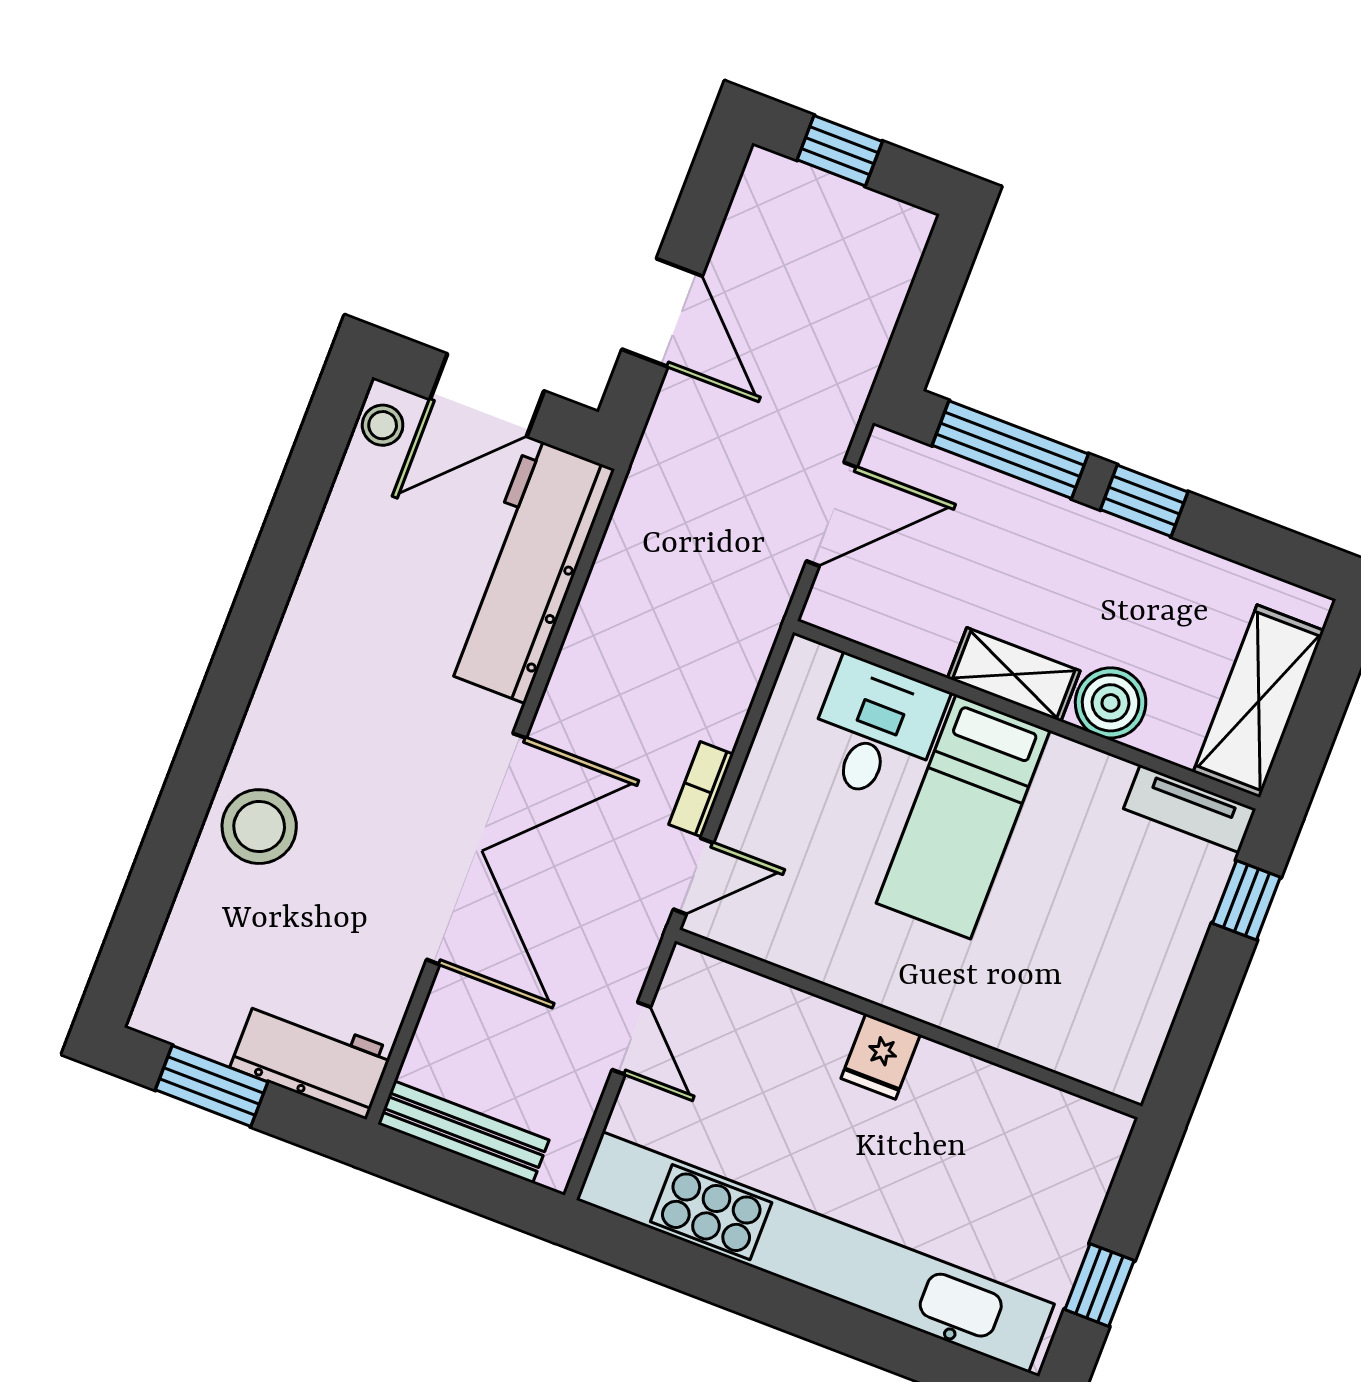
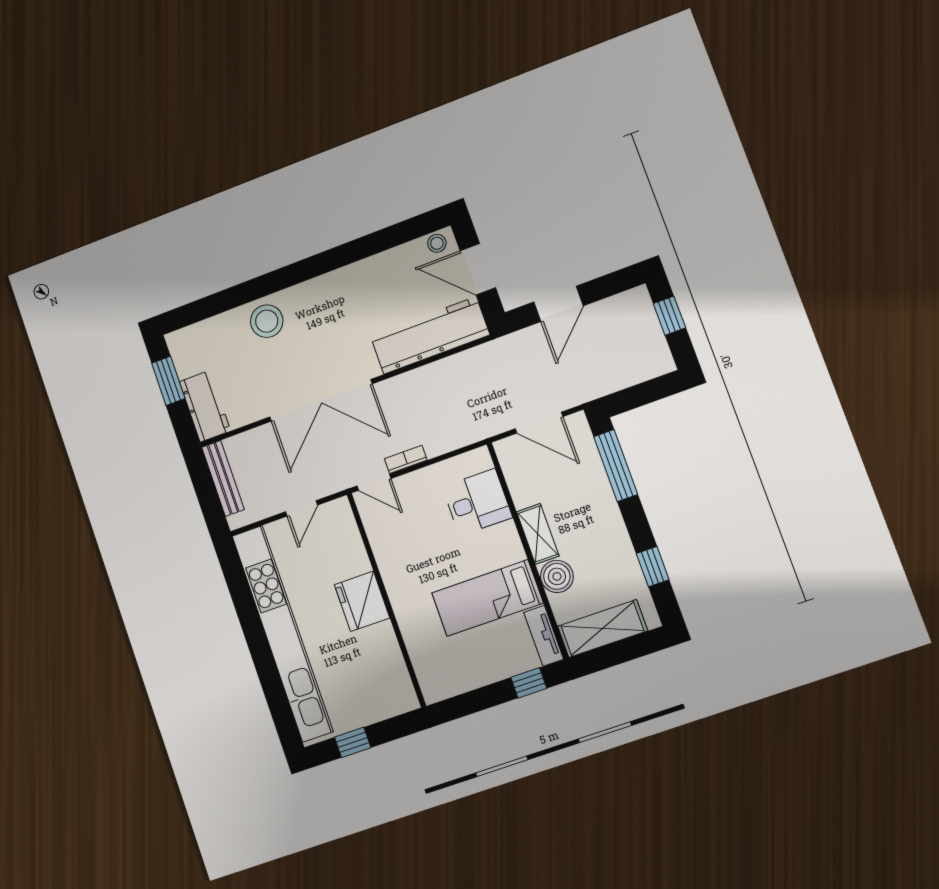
window: (1144, 501) -> (653, 567), moved
bed: (963, 817) -> (487, 598), moved
fridge: (881, 1056) -> (362, 601), width x1.88, depth x1.34

